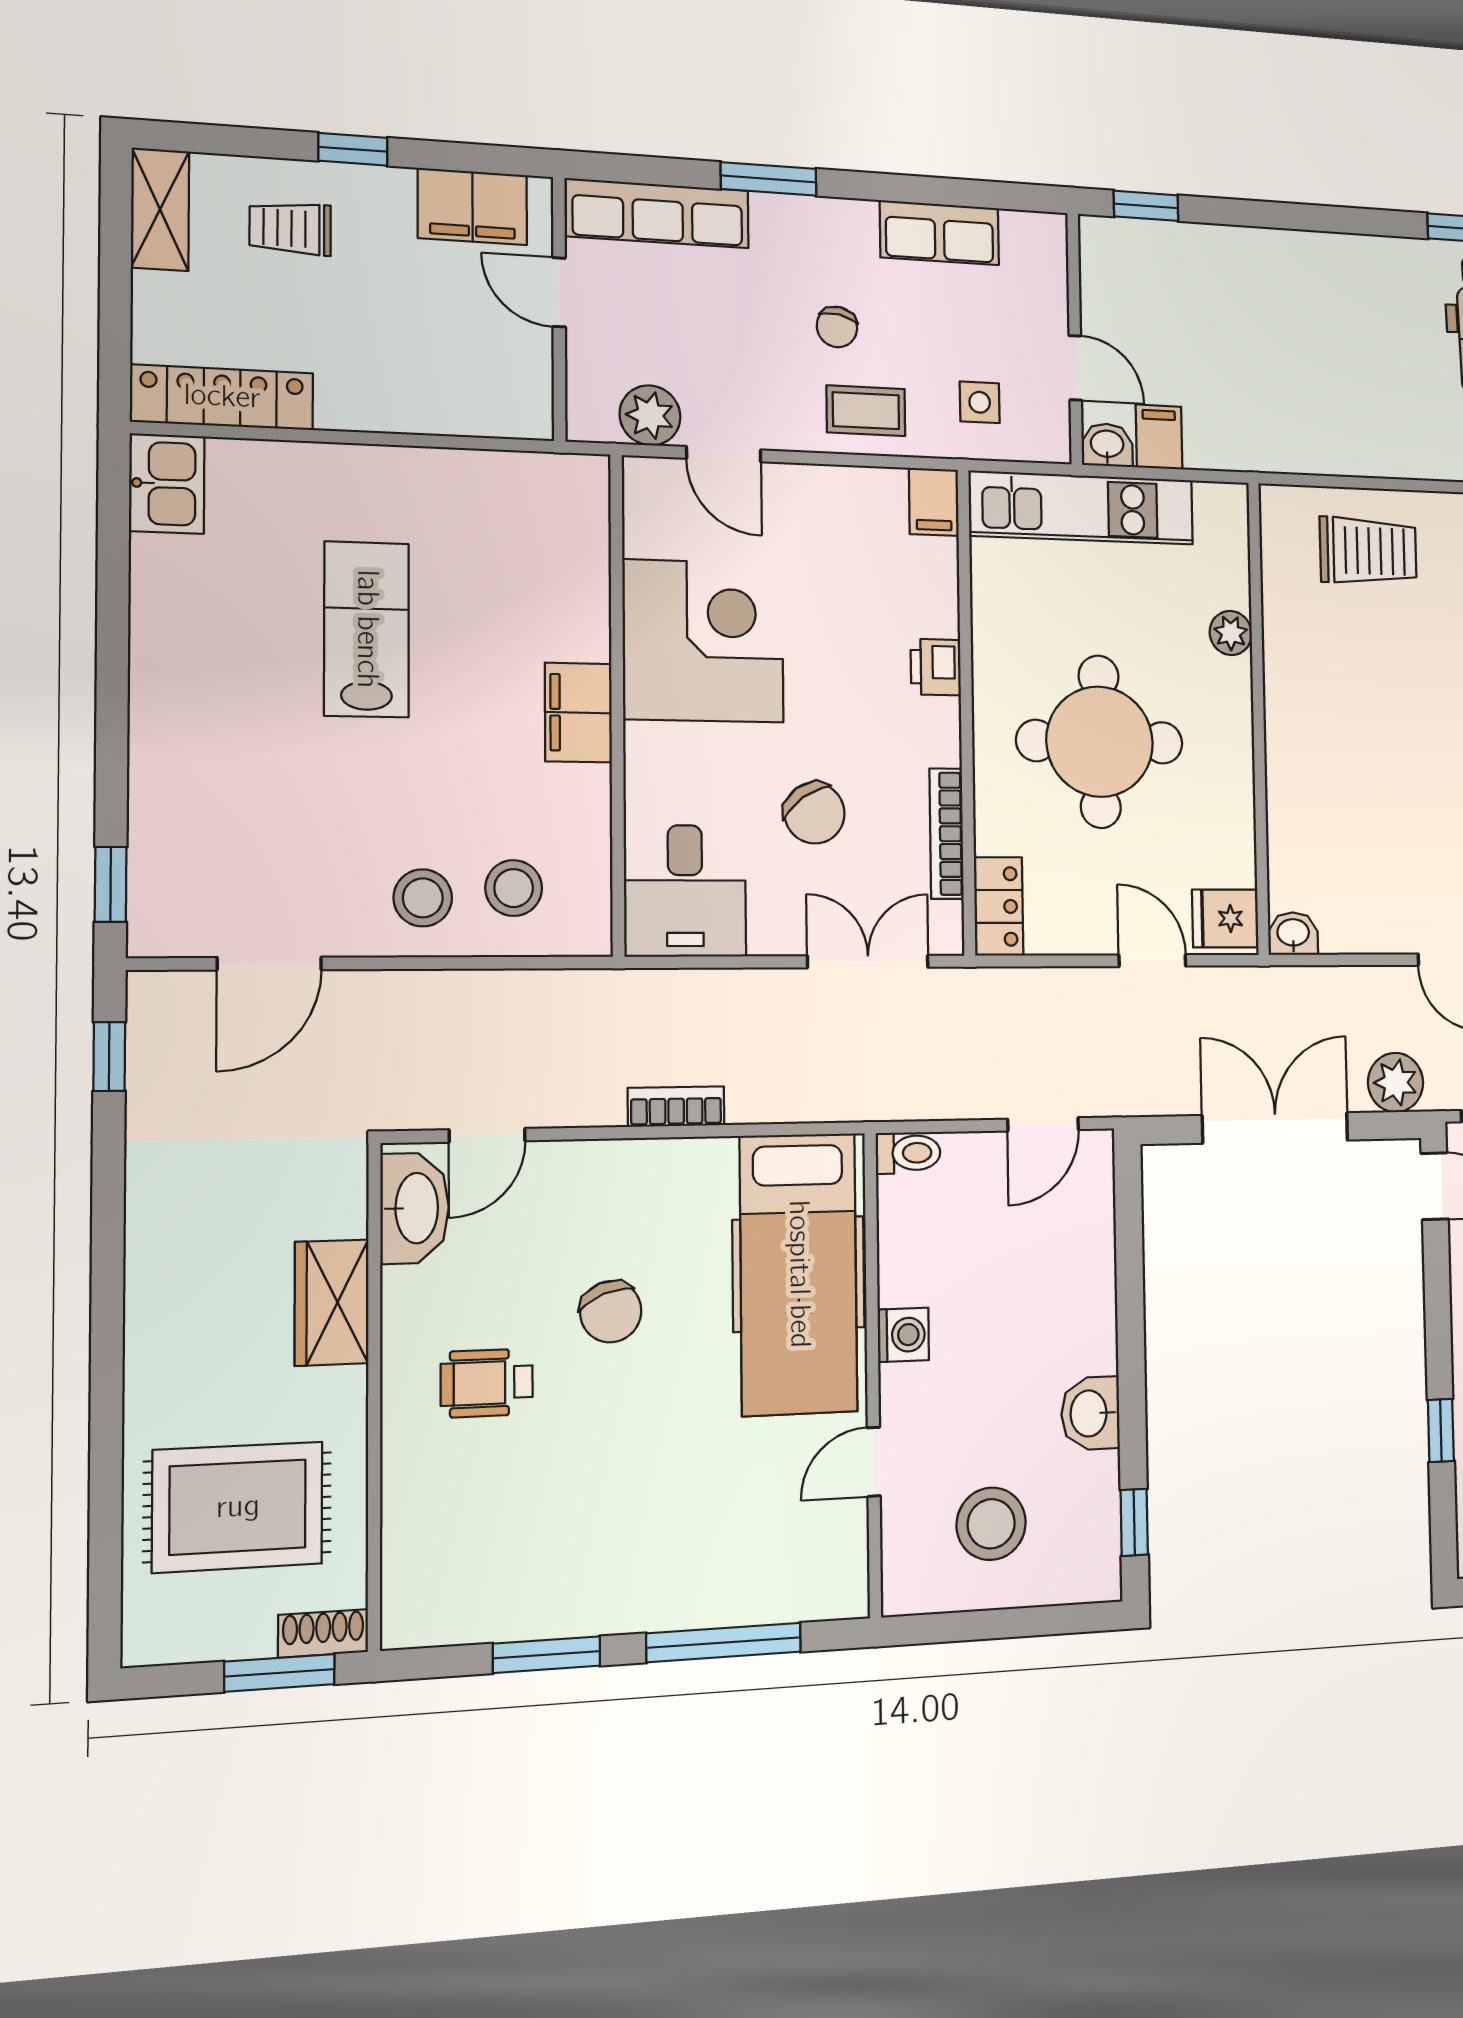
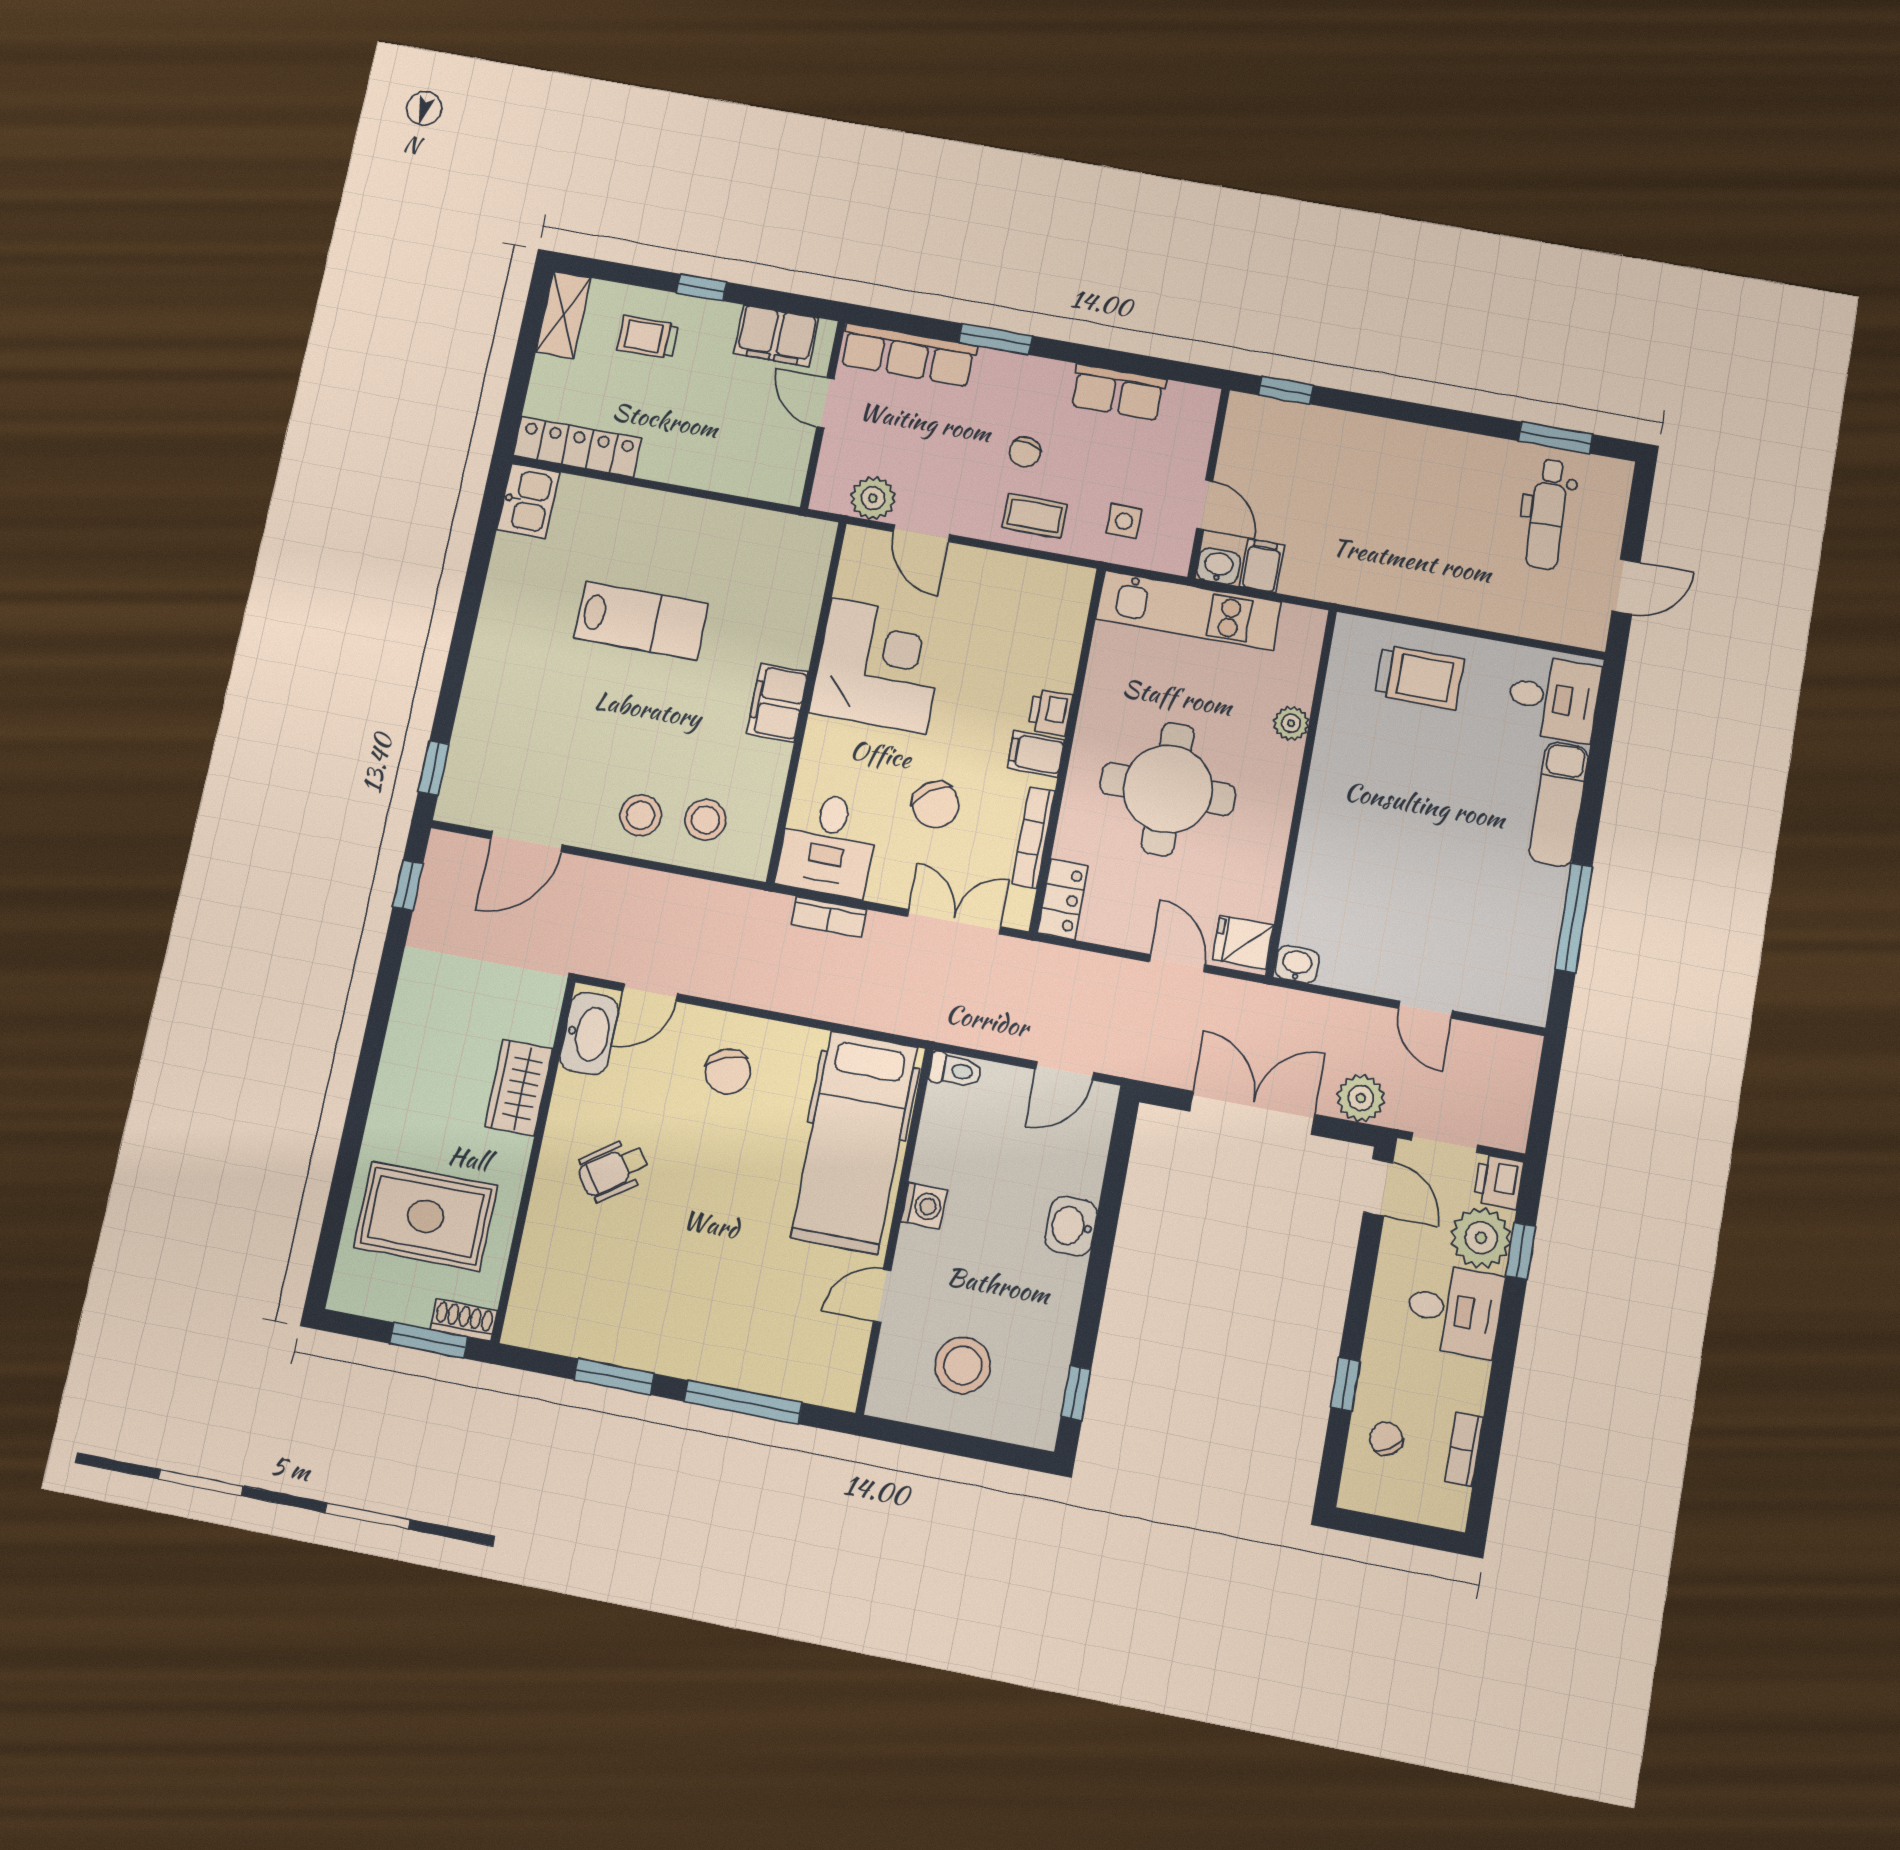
filing cabinet: (934, 502) -> (1036, 754), moved, turned 90
lab bench: (367, 629) -> (641, 621), turned 90
bookcase: (676, 1107) -> (829, 917), moved, turned 180
chair: (611, 1312) -> (728, 1071), moved
wheelchair: (487, 1383) -> (613, 1170), turned -35
washbasin: (1090, 1413) -> (1071, 1226), moved

